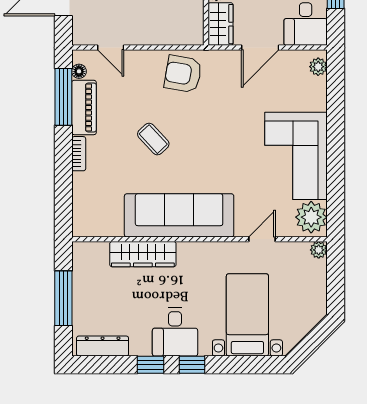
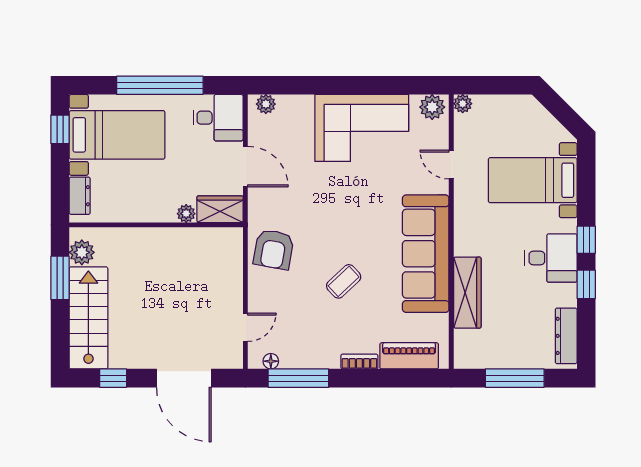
piano: (84, 107) -> (409, 356), moved
plant: (311, 217) -> (432, 107), width x0.73, depth x0.73

